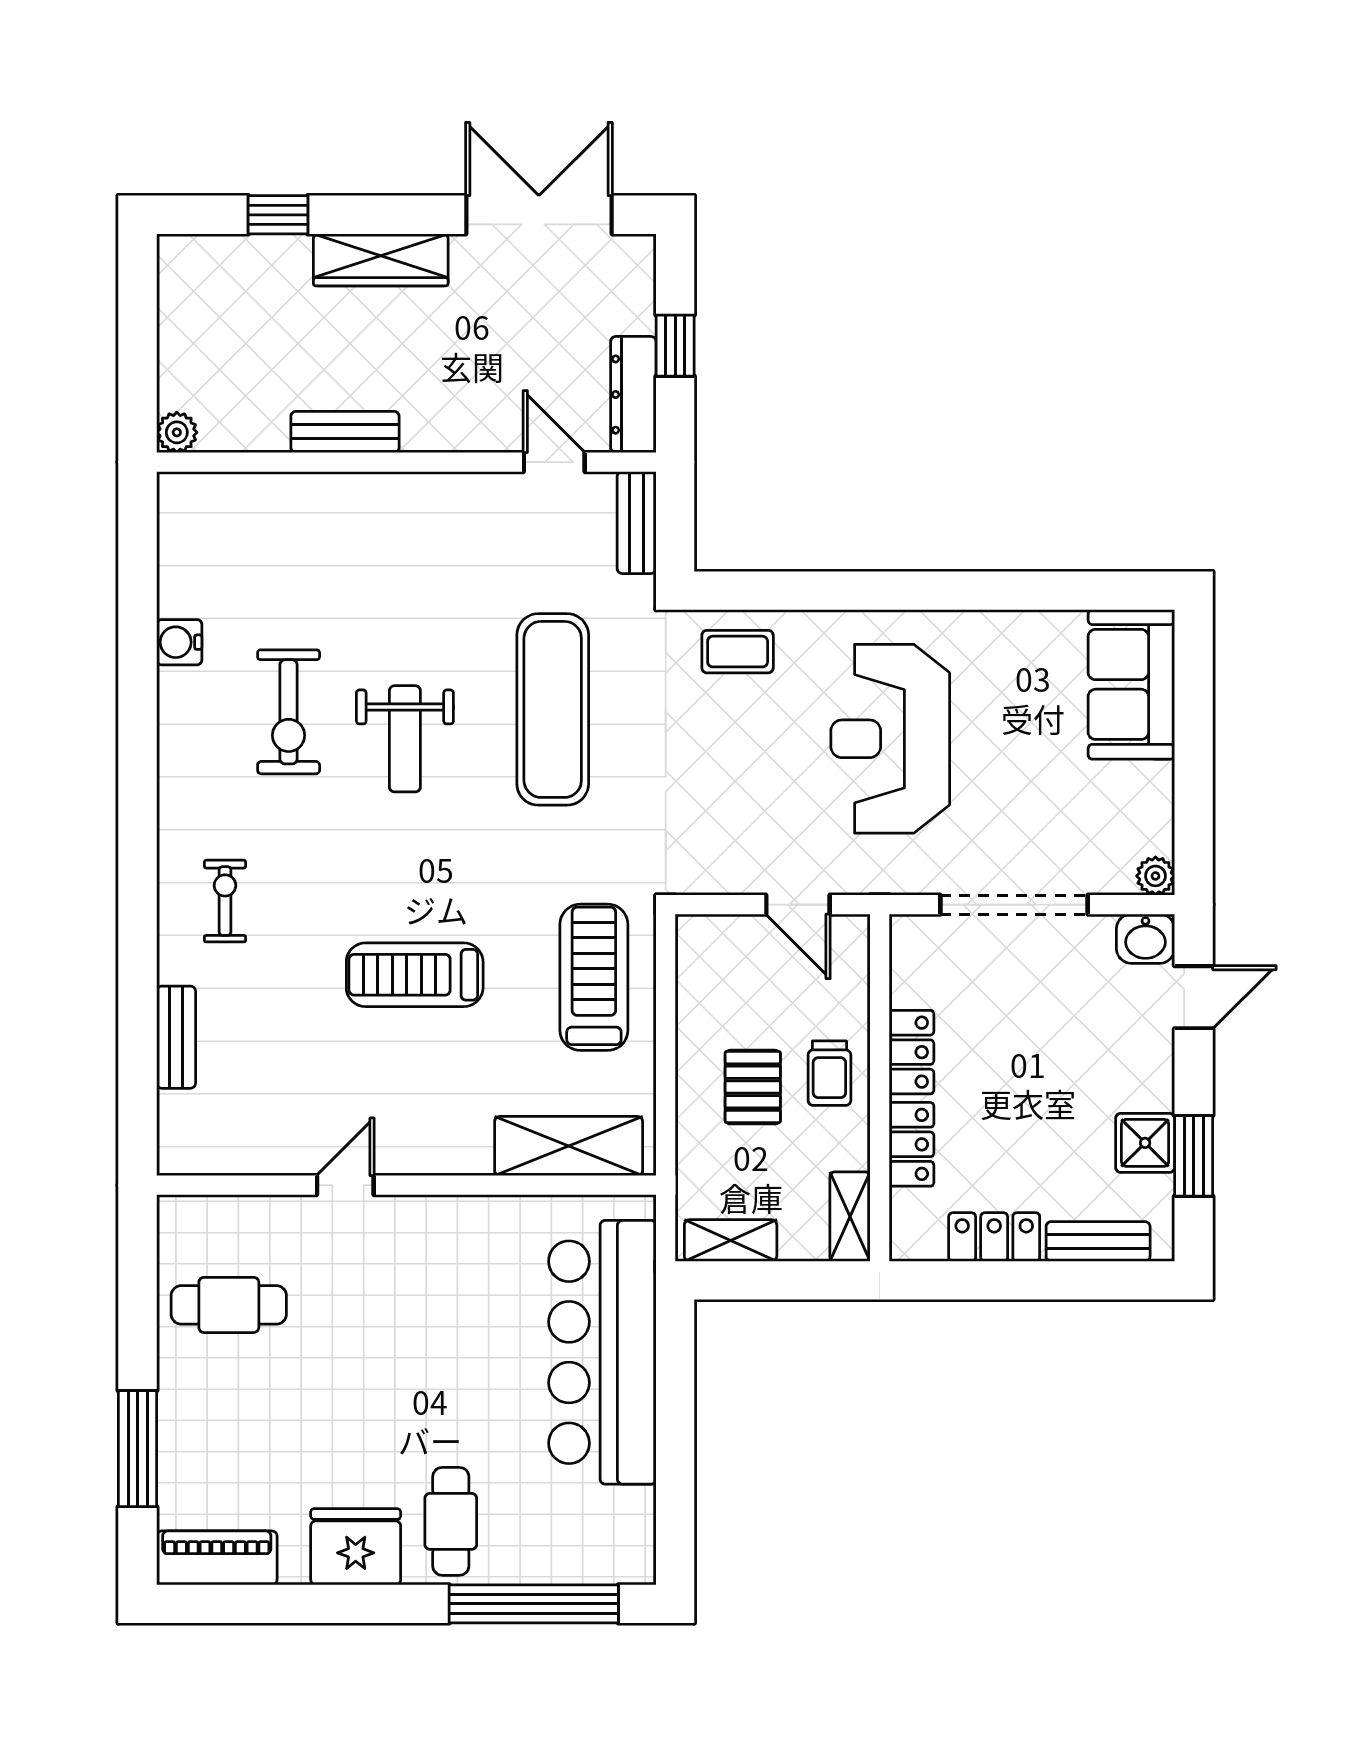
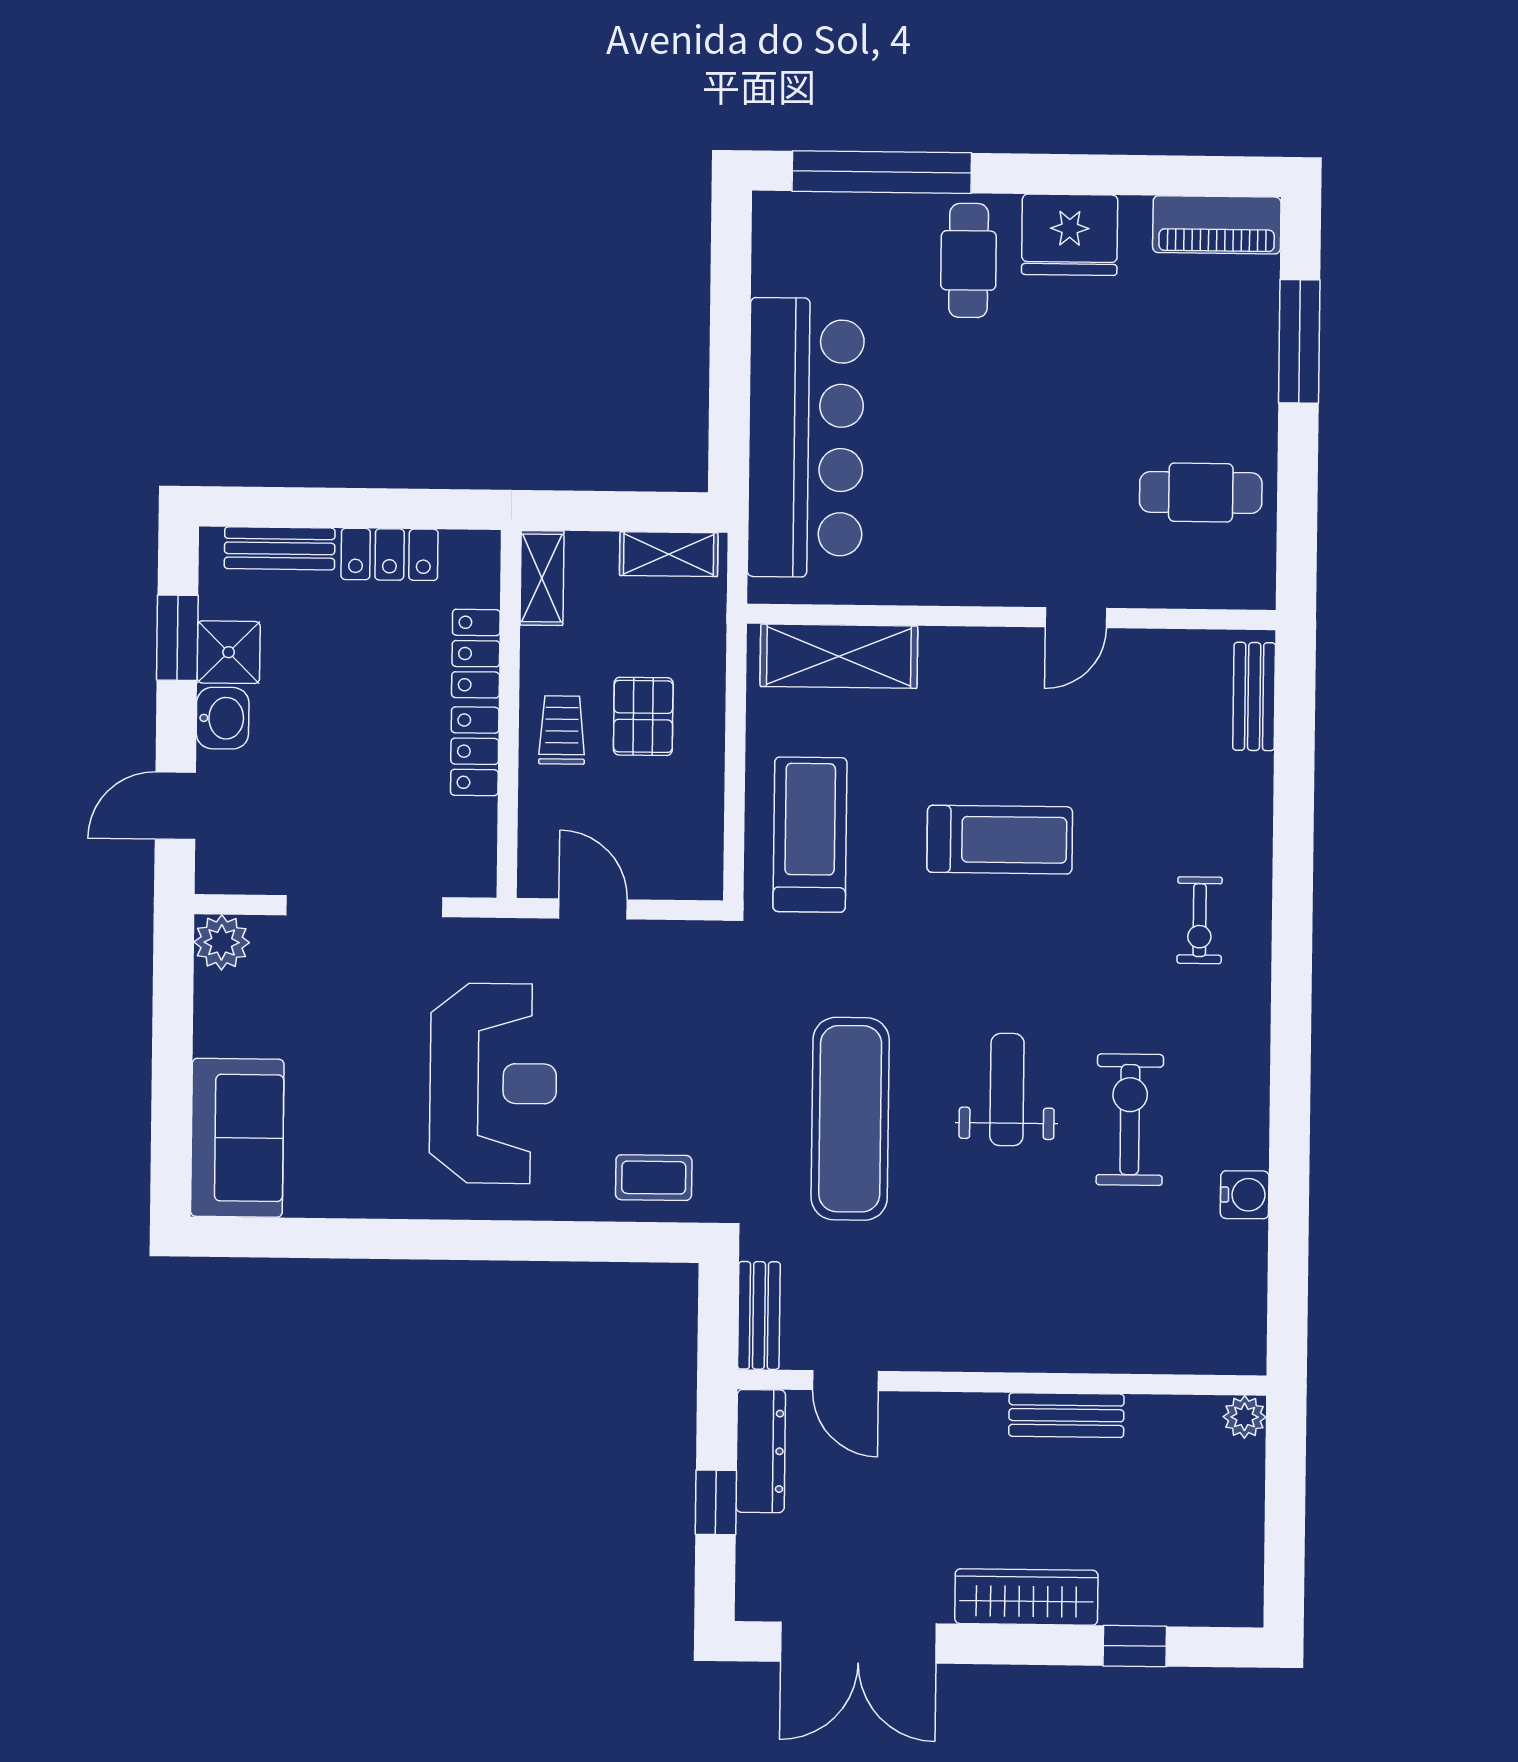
plant: (1155, 876) -> (222, 942), width x1.38, depth x1.38
washbasin: (1145, 939) -> (223, 718), moved, turned 90
treadmill: (594, 977) -> (810, 835), turned 180
bench: (176, 1037) -> (1254, 696), moved

